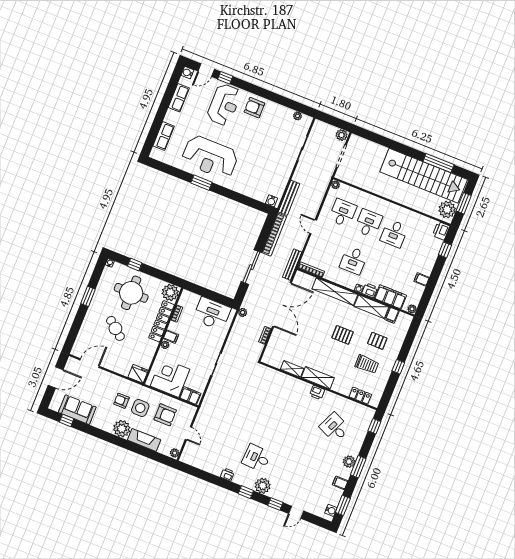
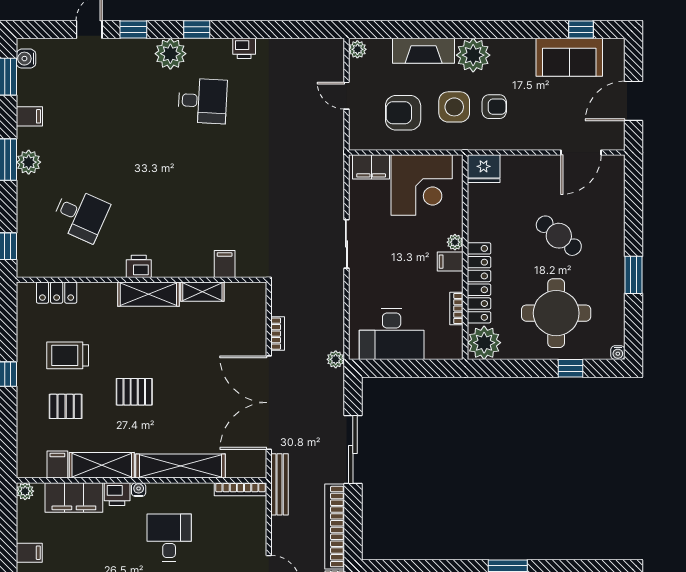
filing cabinet: (277, 378) -> (225, 264), added

